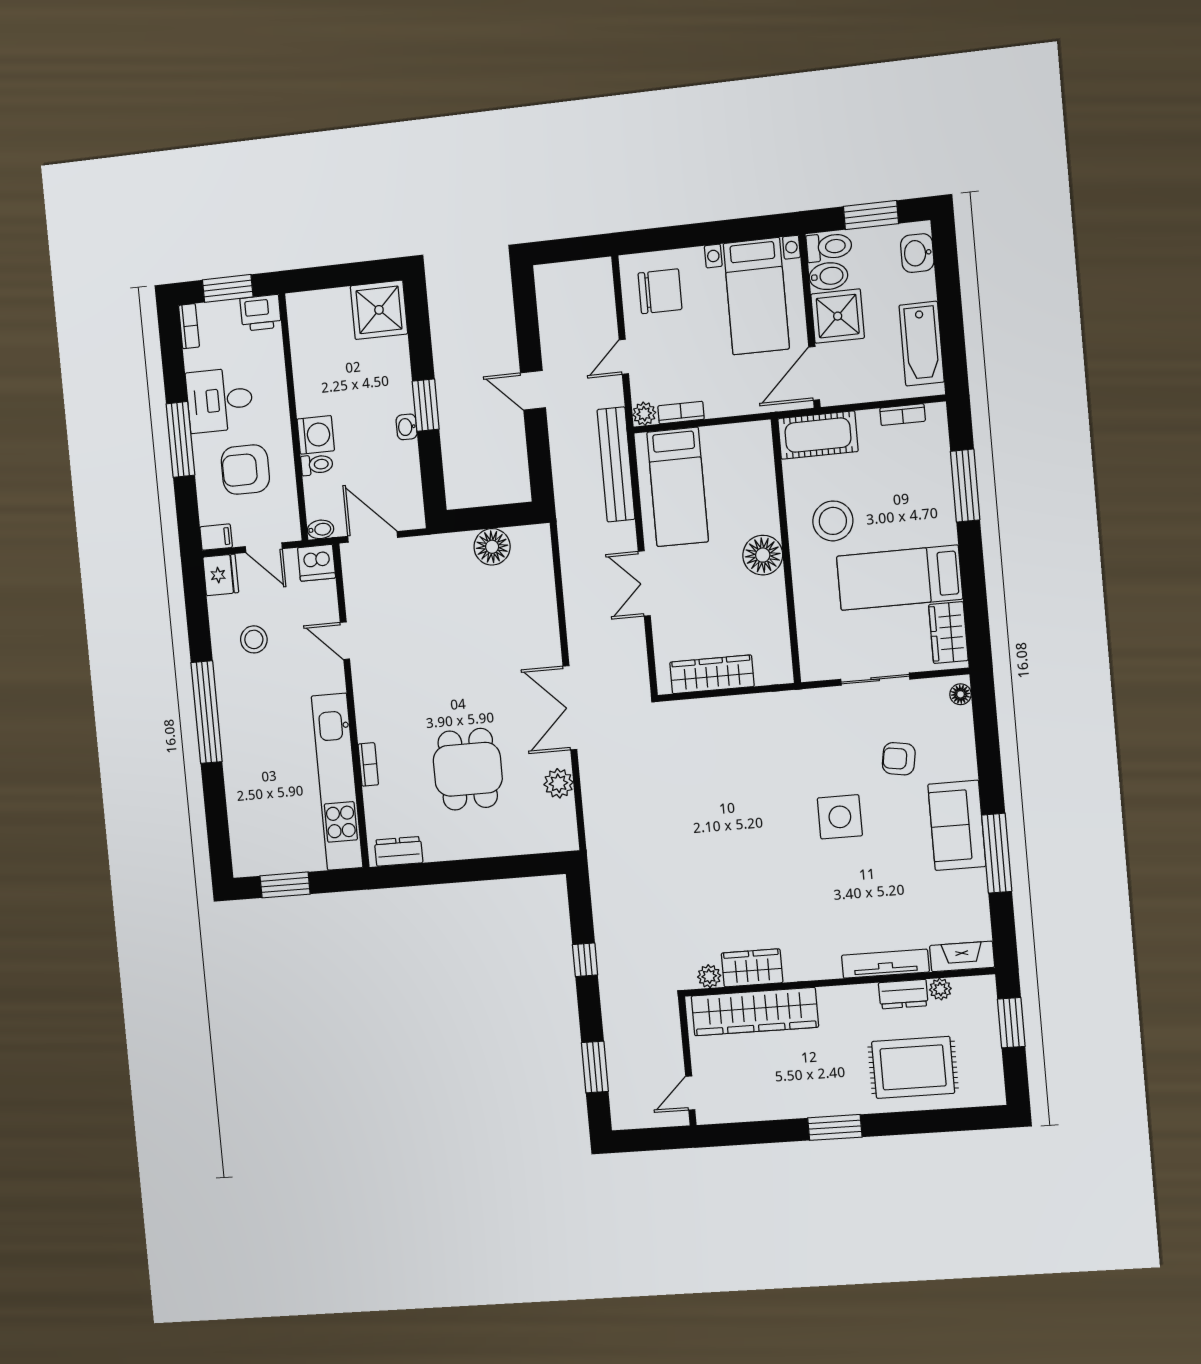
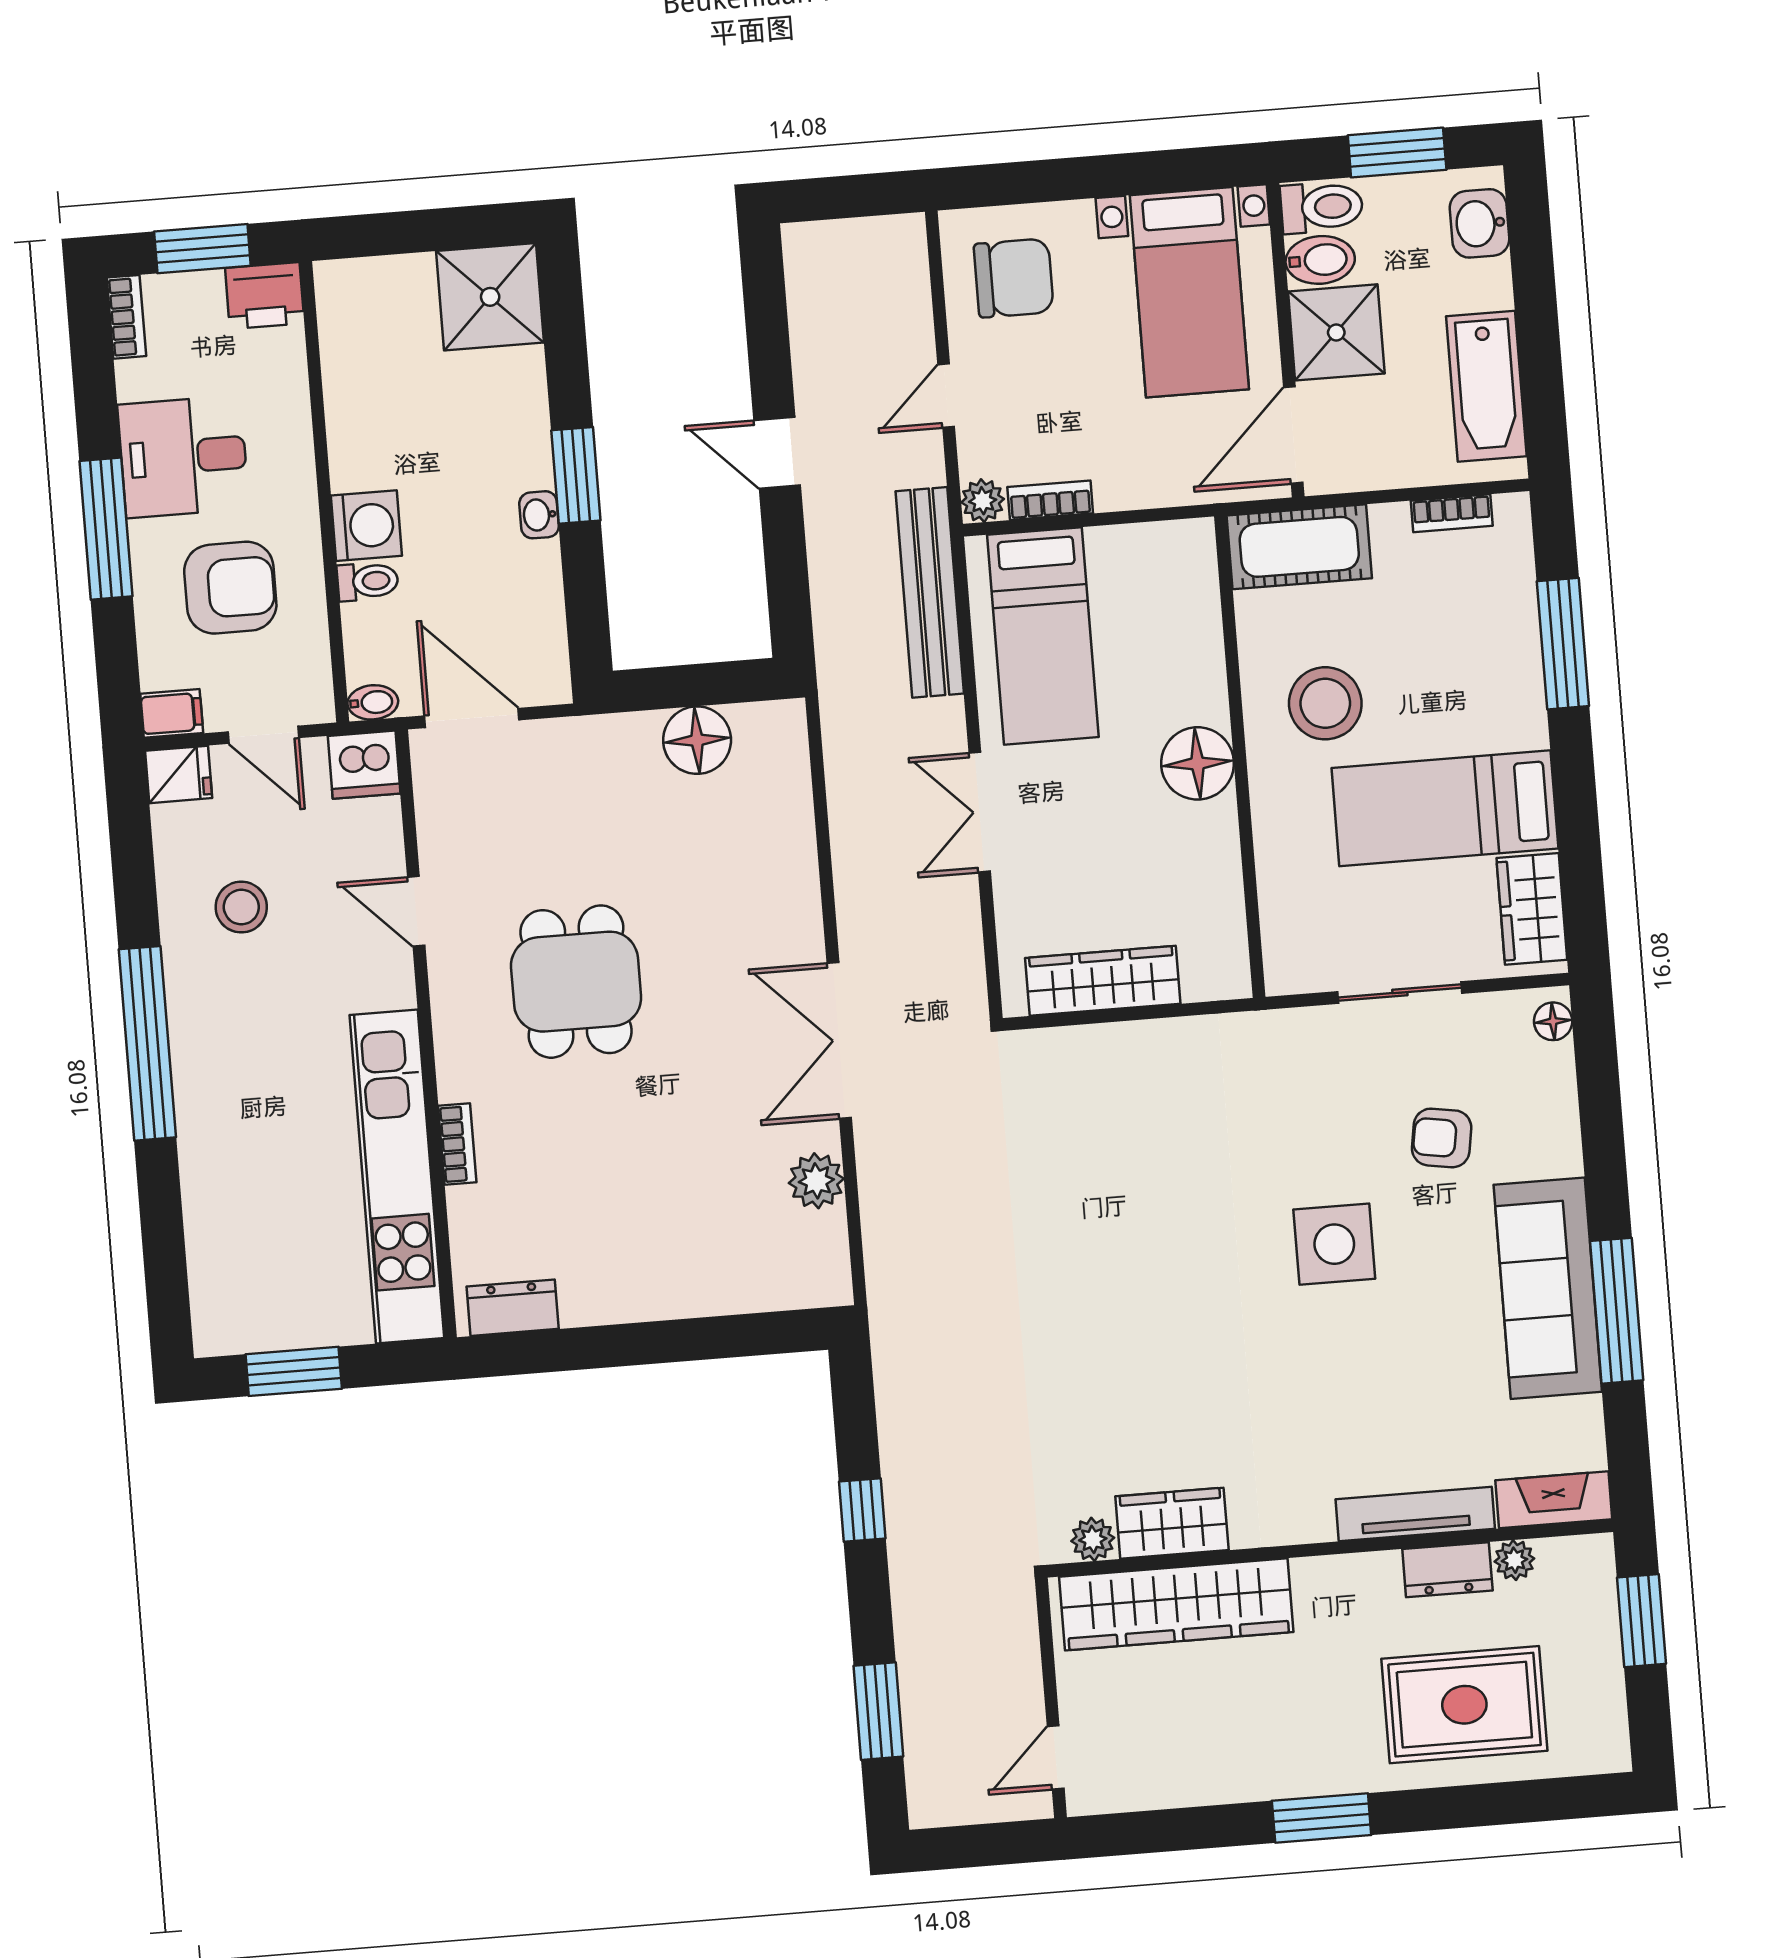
armchair: (245, 470) -> (230, 588), turned 180
fridge: (221, 575) -> (179, 774), width x0.72
dining table: (468, 769) -> (576, 982), moved
sofa: (957, 825) -> (1548, 1288), width x1.36

